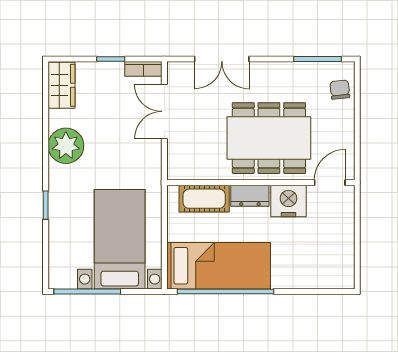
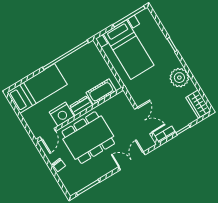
chair: (340, 90) -> (59, 165), moved
bed: (219, 266) -> (37, 88), moved, turned 180

